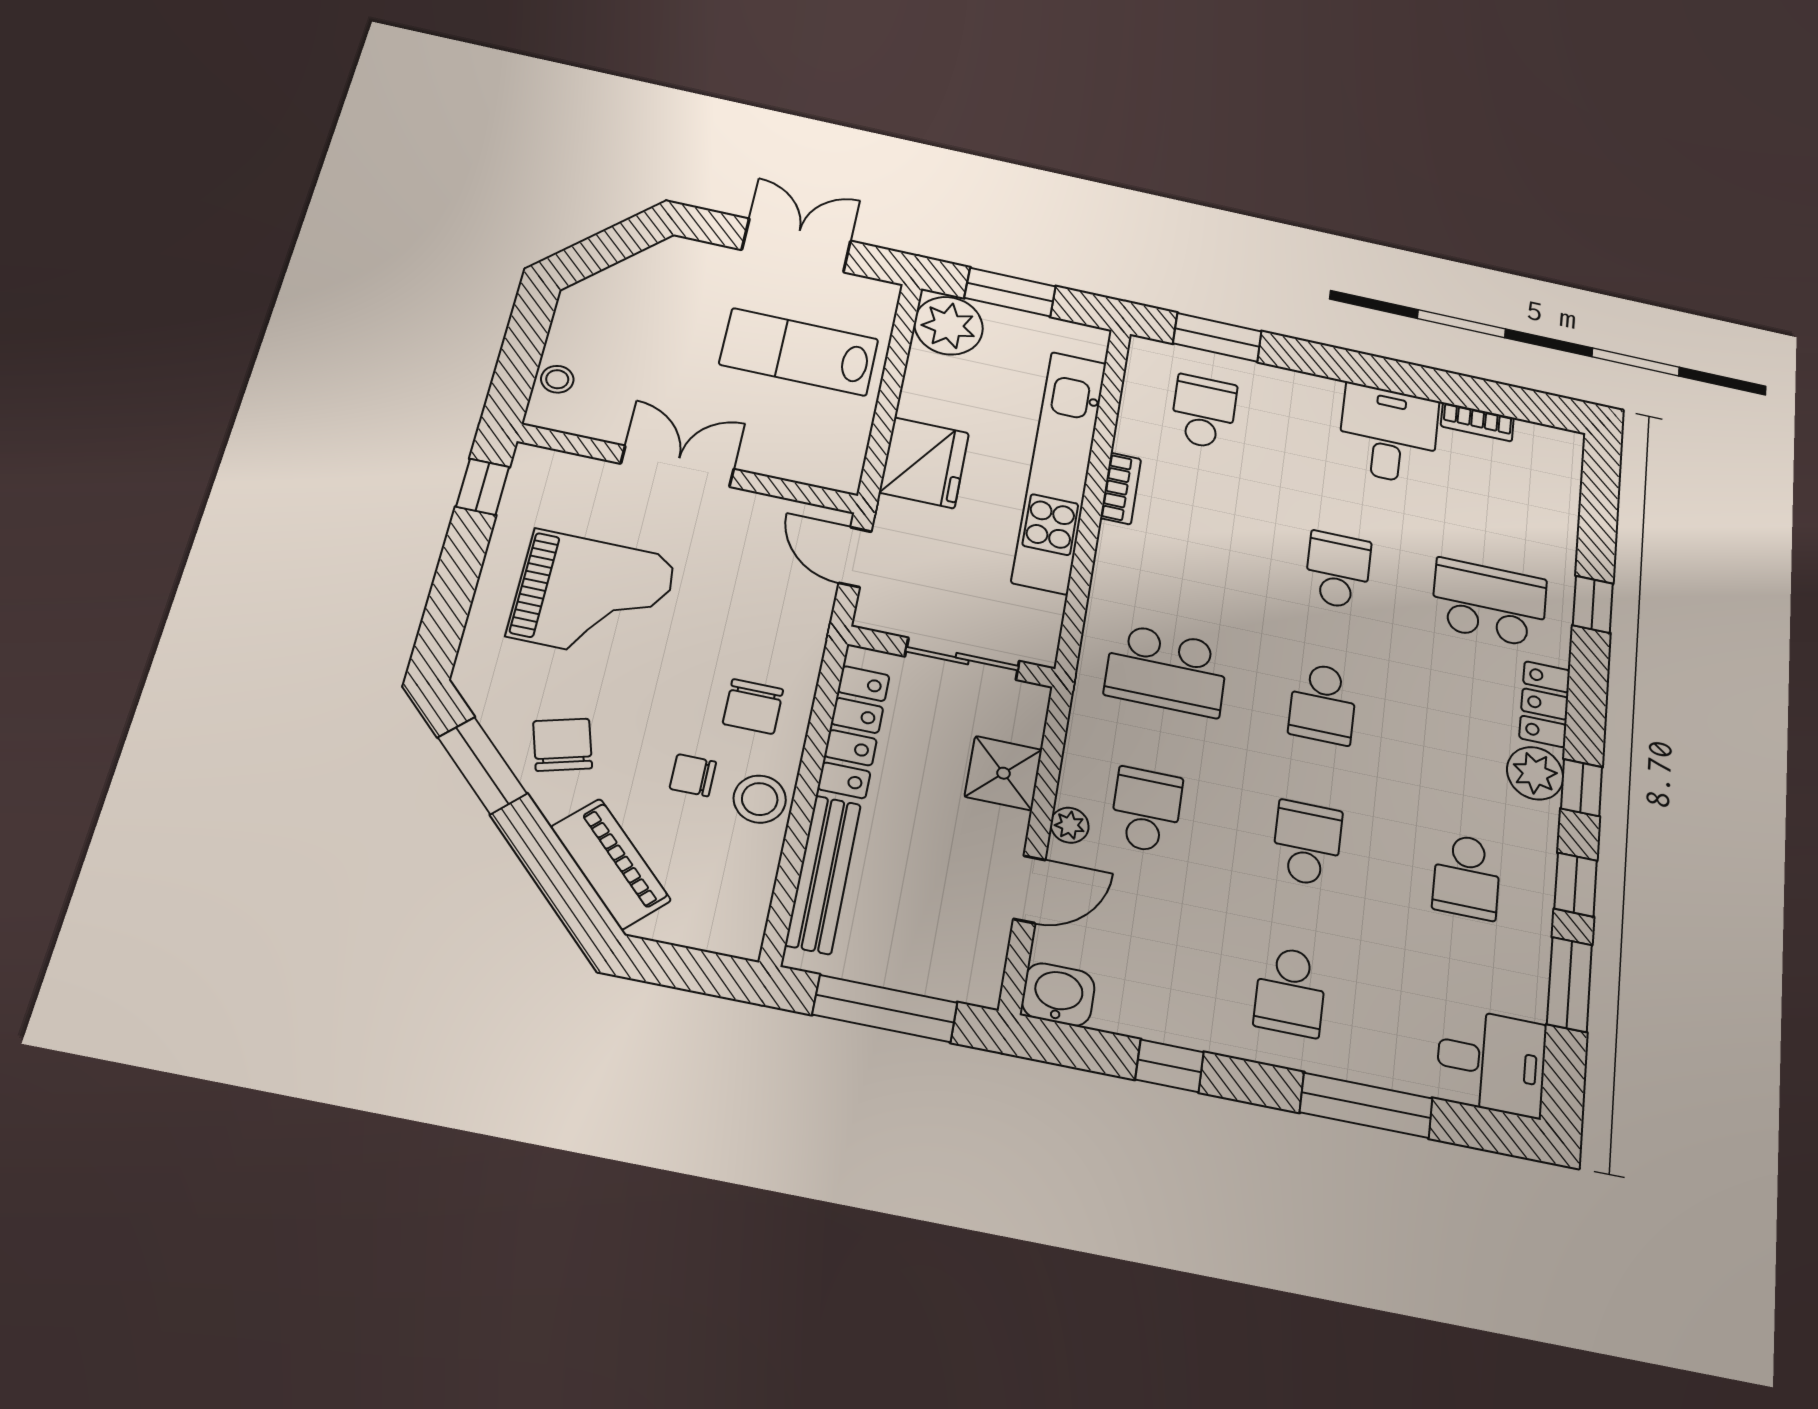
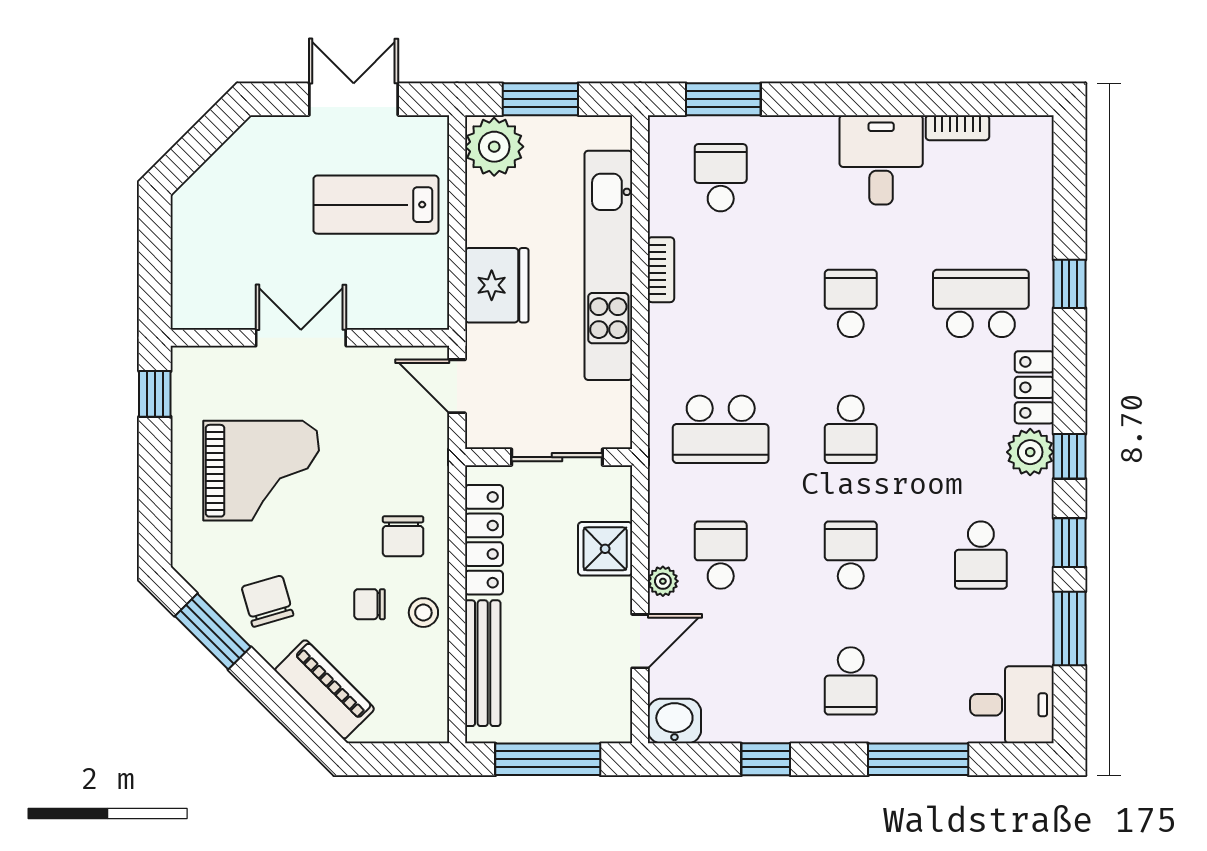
stool: (557, 379) -> (189, 281), removed
stool: (760, 799) -> (423, 613), width x0.73, depth x0.73

